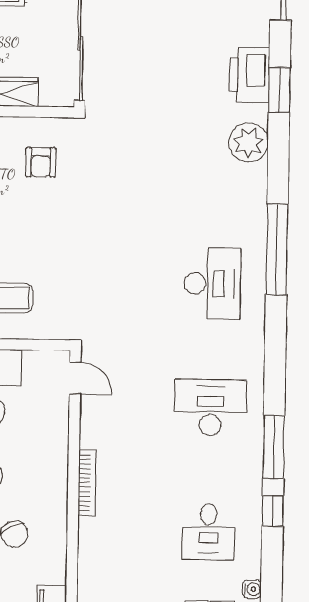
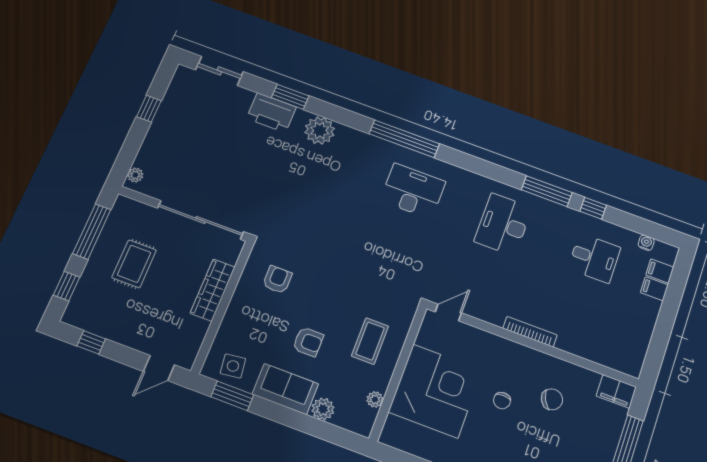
armchair: (41, 162) -> (277, 280), turned -90

